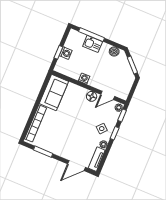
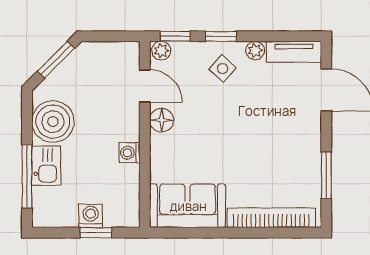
boiler: (114, 51) -> (53, 122), width x1.86, depth x1.86

